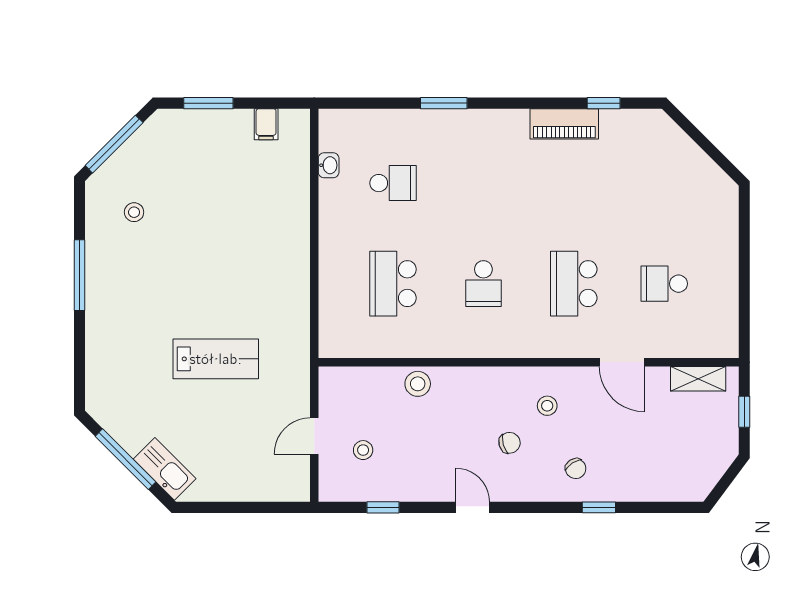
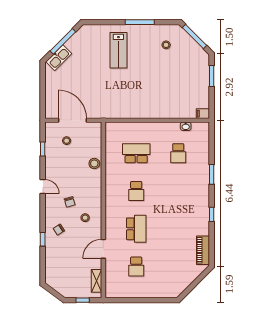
window: (604, 103) -> (212, 214), moved
filing cabinet: (266, 124) -> (203, 114), moved
piano: (564, 124) -> (203, 250), moved
school desk: (483, 284) -> (136, 191), turned -90
school desk: (574, 284) -> (136, 229), turned 90
school desk: (664, 284) -> (136, 267), turned 180
lab bench: (216, 359) -> (118, 50), moved
door: (314, 436) -> (72, 120), width x1.88
door: (473, 507) -> (43, 187), hinge flipped

